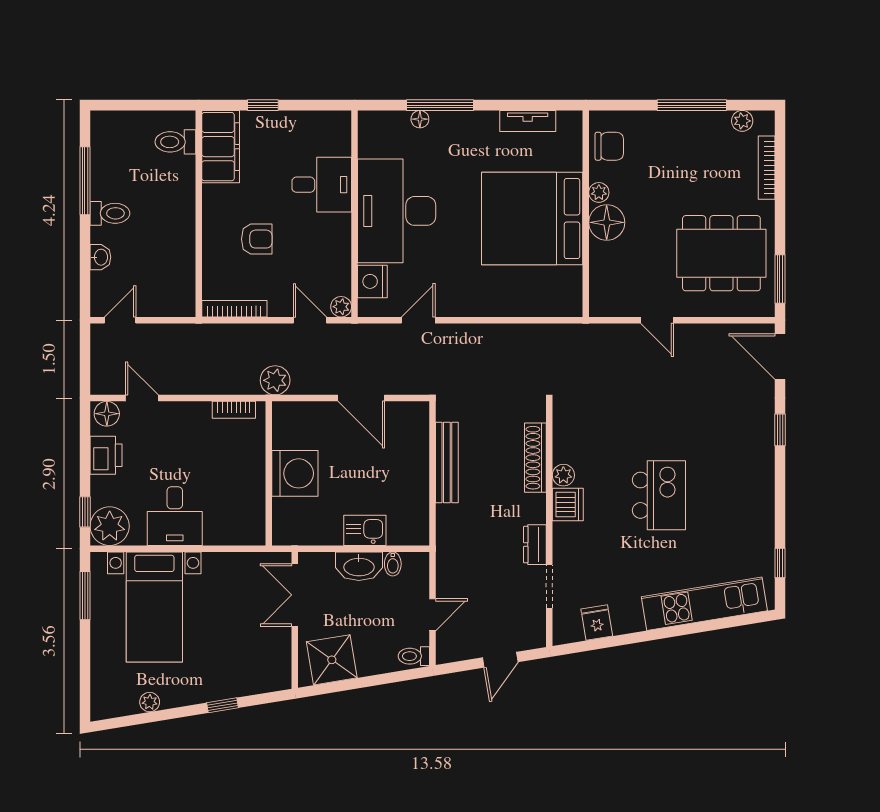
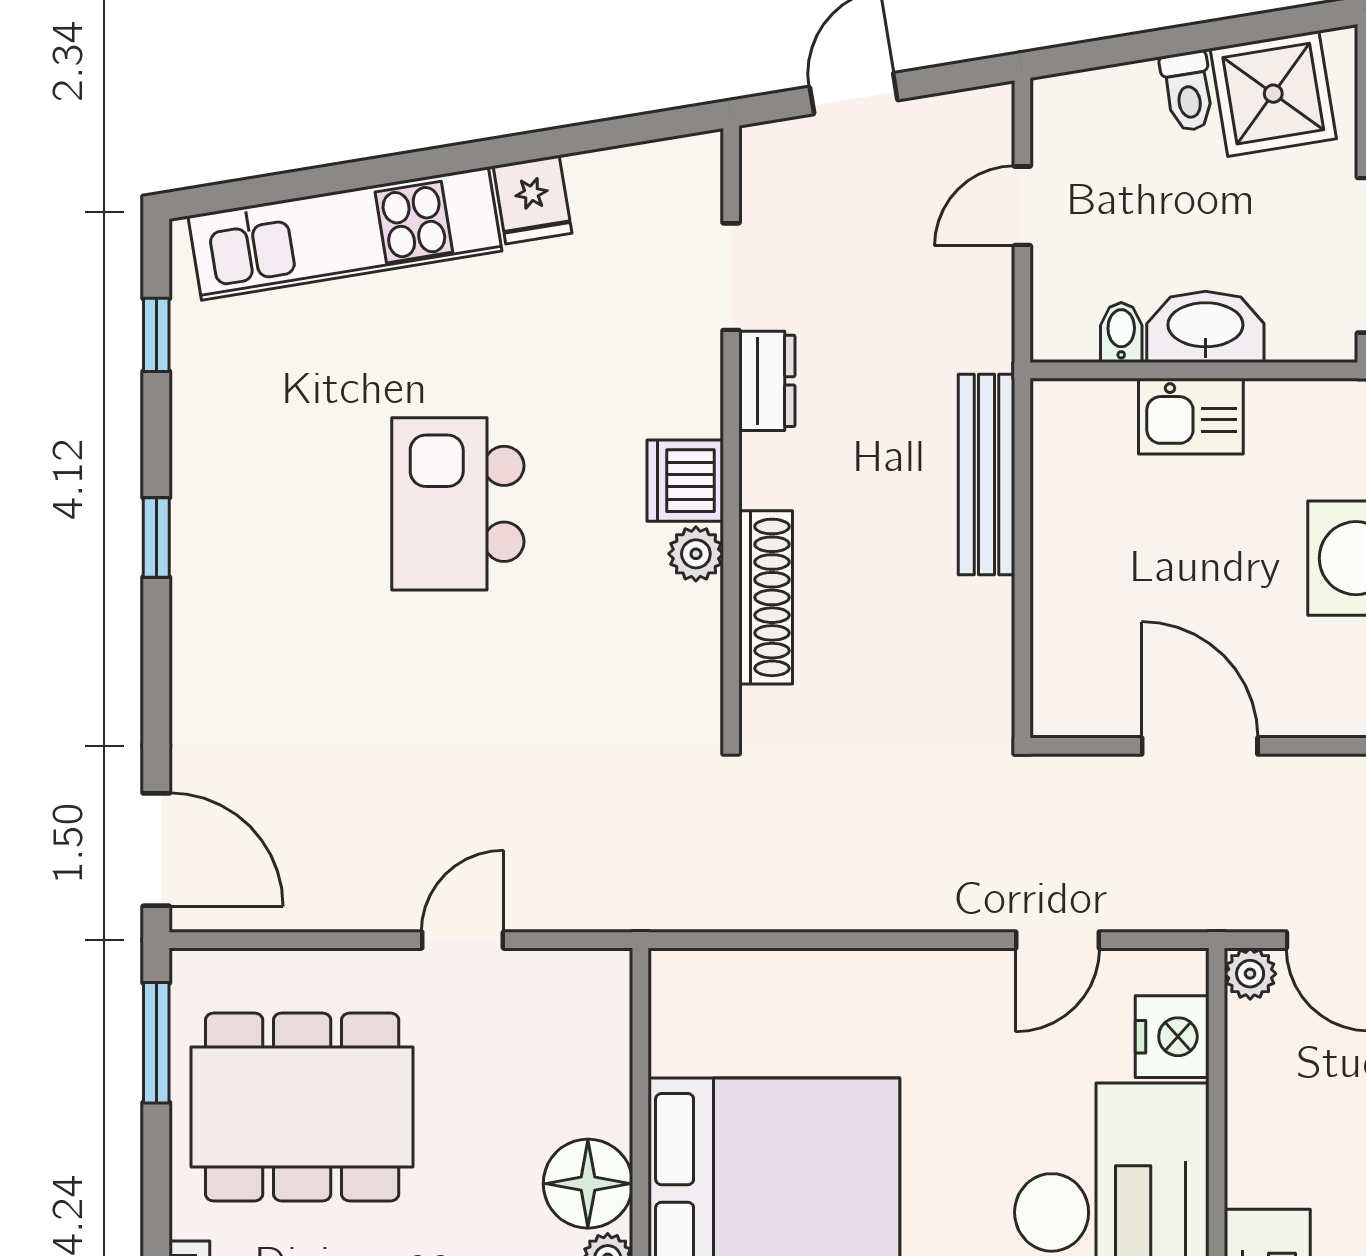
door: (657, 320) -> (463, 940), hinge flipped
window: (780, 430) -> (156, 537), moved
bench: (447, 462) -> (986, 475), moved
fridge: (597, 623) -> (532, 200), moved
toilet: (414, 656) -> (1188, 91), moved, turned 81

